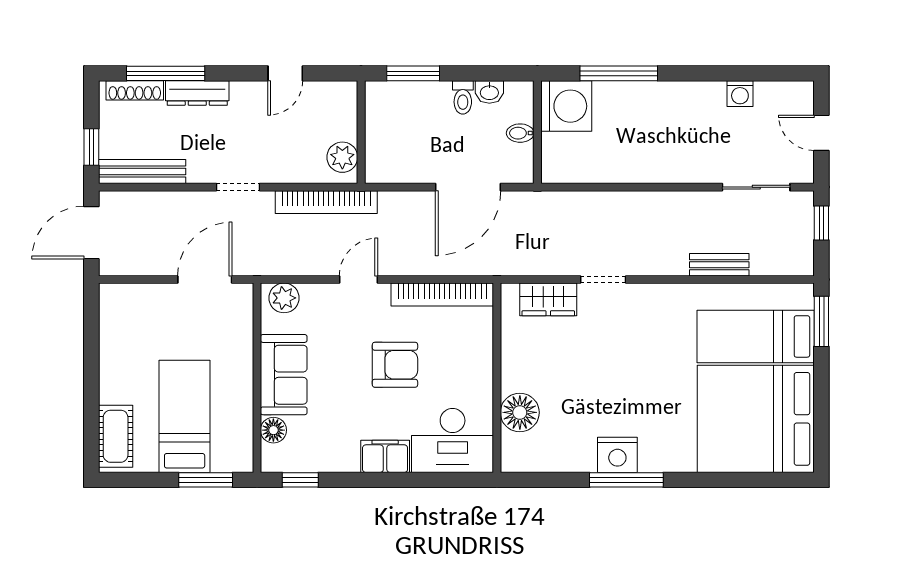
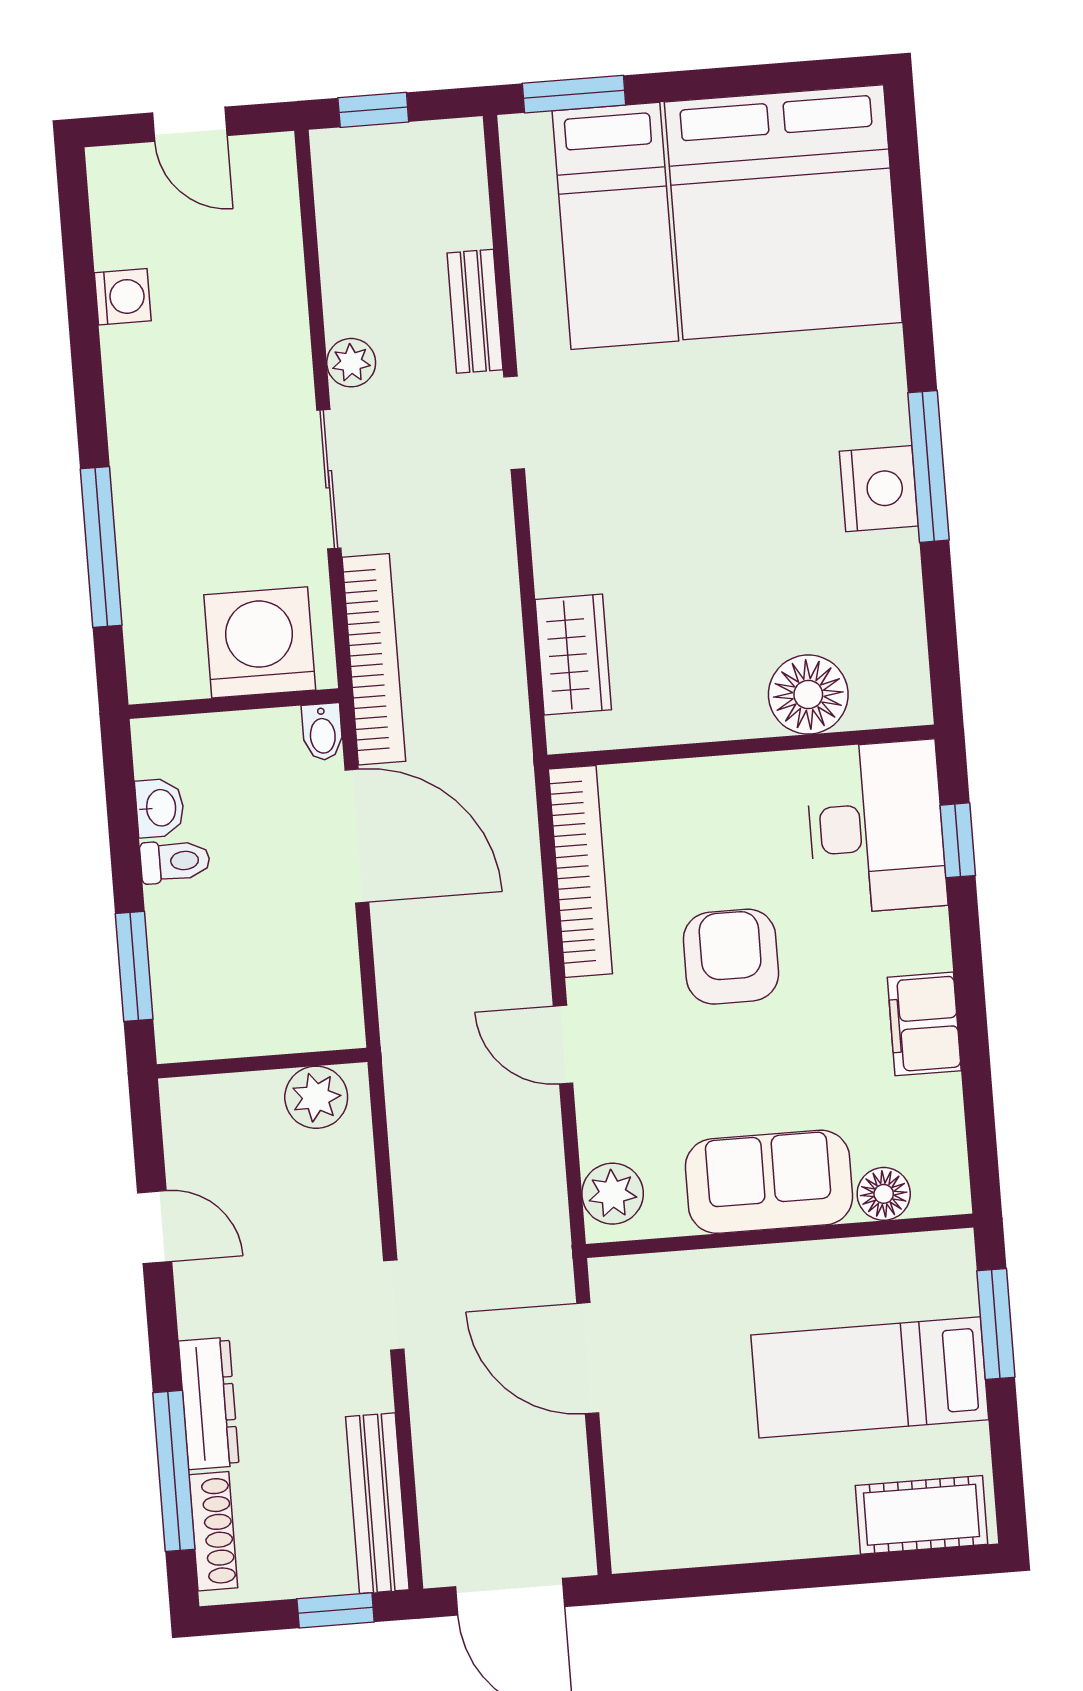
washing machine: (566, 106) -> (260, 642), moved
bidet: (520, 133) -> (322, 732), moved
door: (821, 133) -> (190, 124), hinge flipped
sliding door: (756, 187) -> (329, 479), moved
bookcase: (326, 202) -> (374, 659), moved
plant: (699, 202) -> (351, 363), added
doorway: (603, 280) -> (514, 423), moved
filing cabinet: (385, 456) -> (924, 1024), moved
window: (300, 480) -> (958, 840), moved

